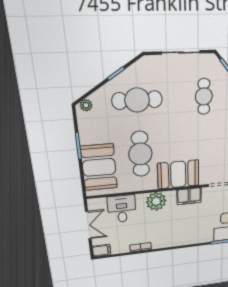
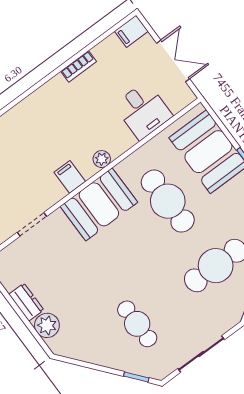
filing cabinet: (189, 196) -> (70, 177), width x0.50
plant: (156, 201) -> (102, 159), width x0.53, depth x0.53
double door: (88, 225) -> (173, 61), swing flipped

